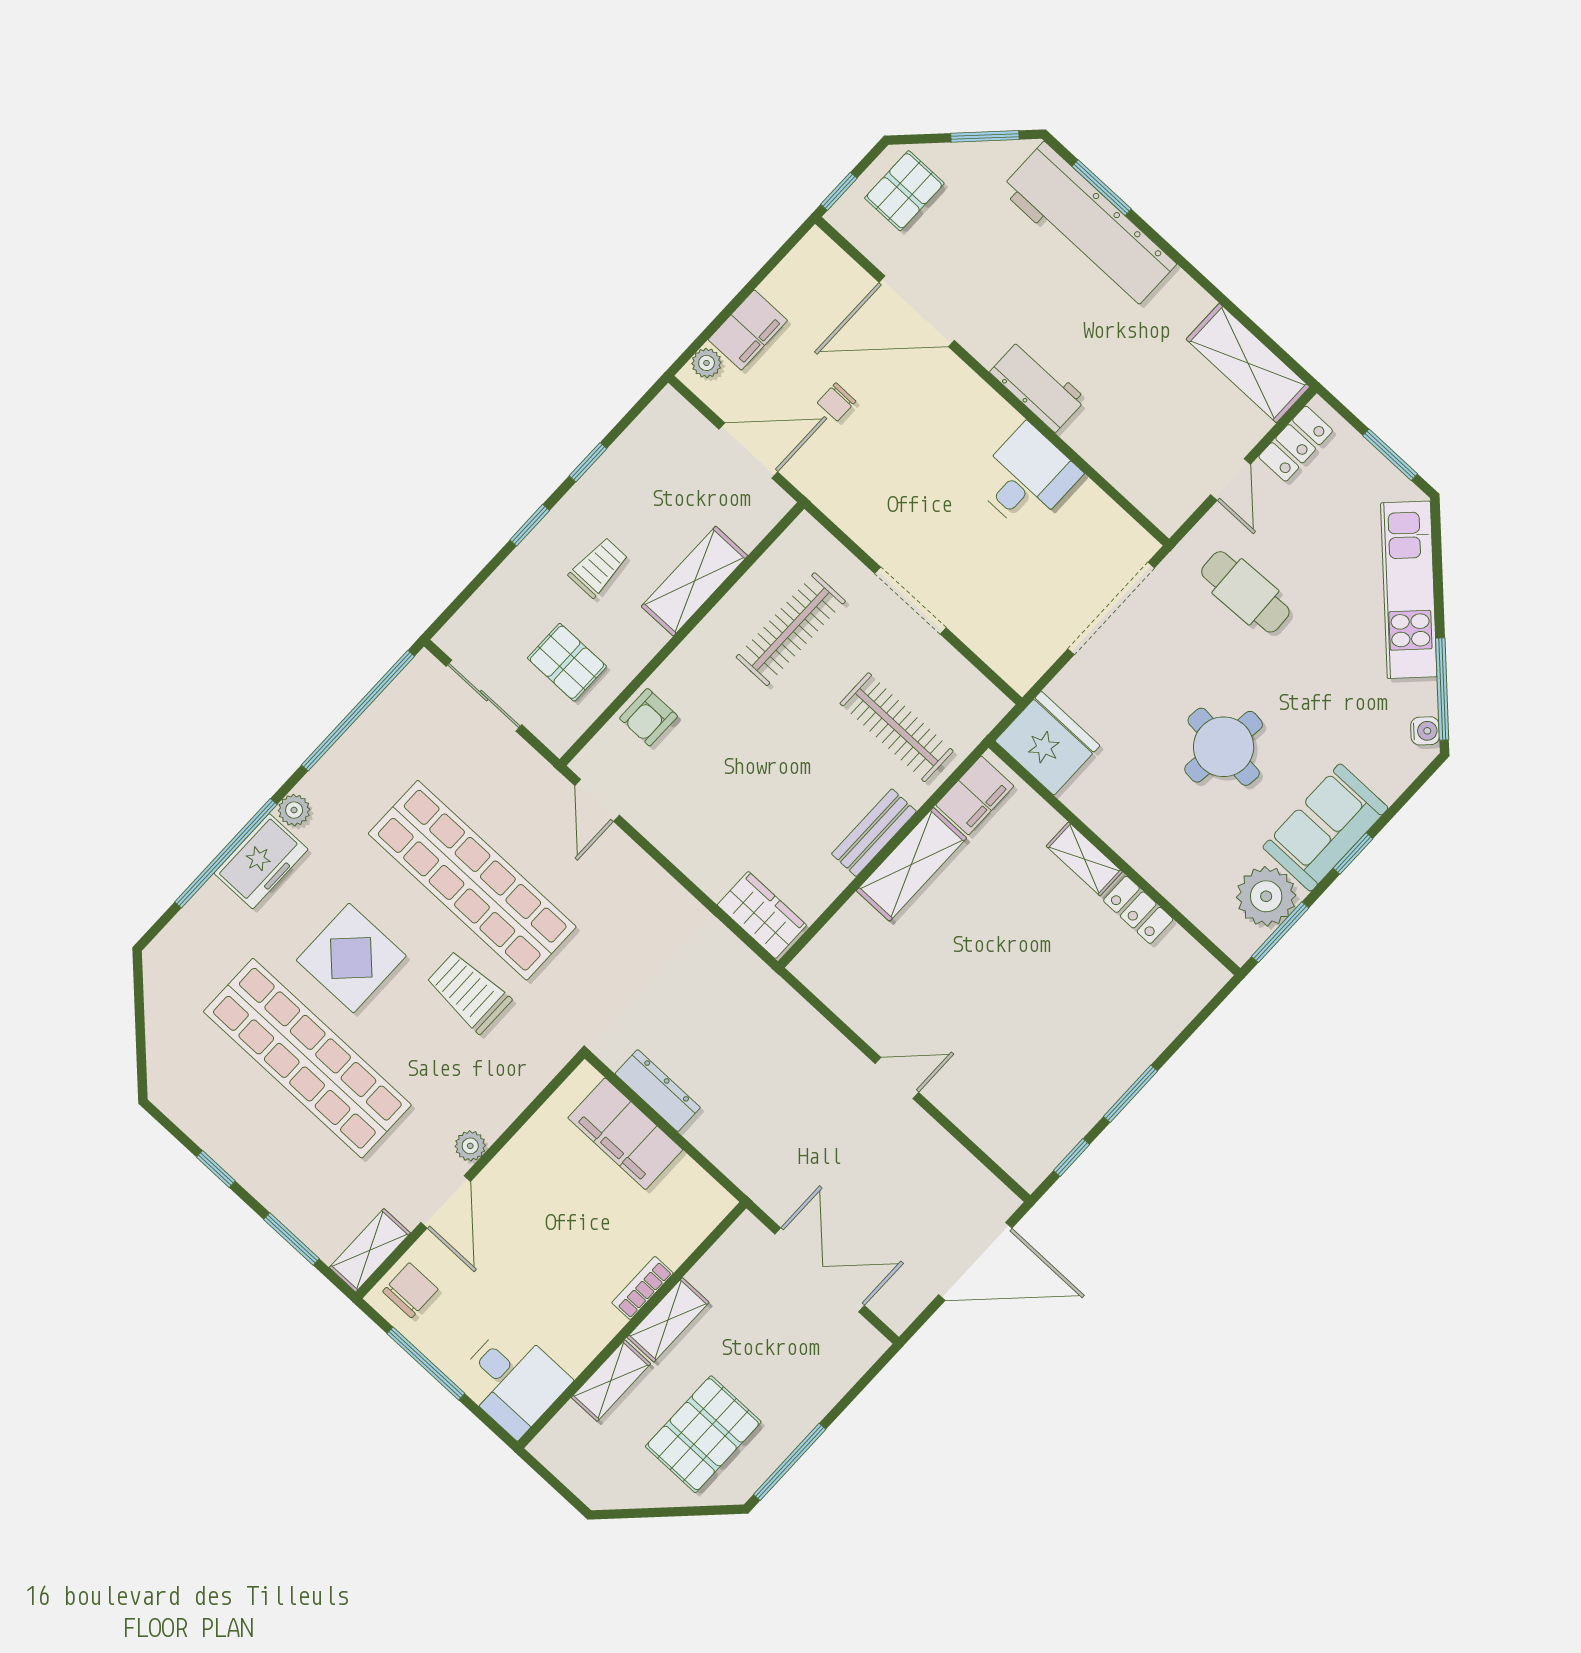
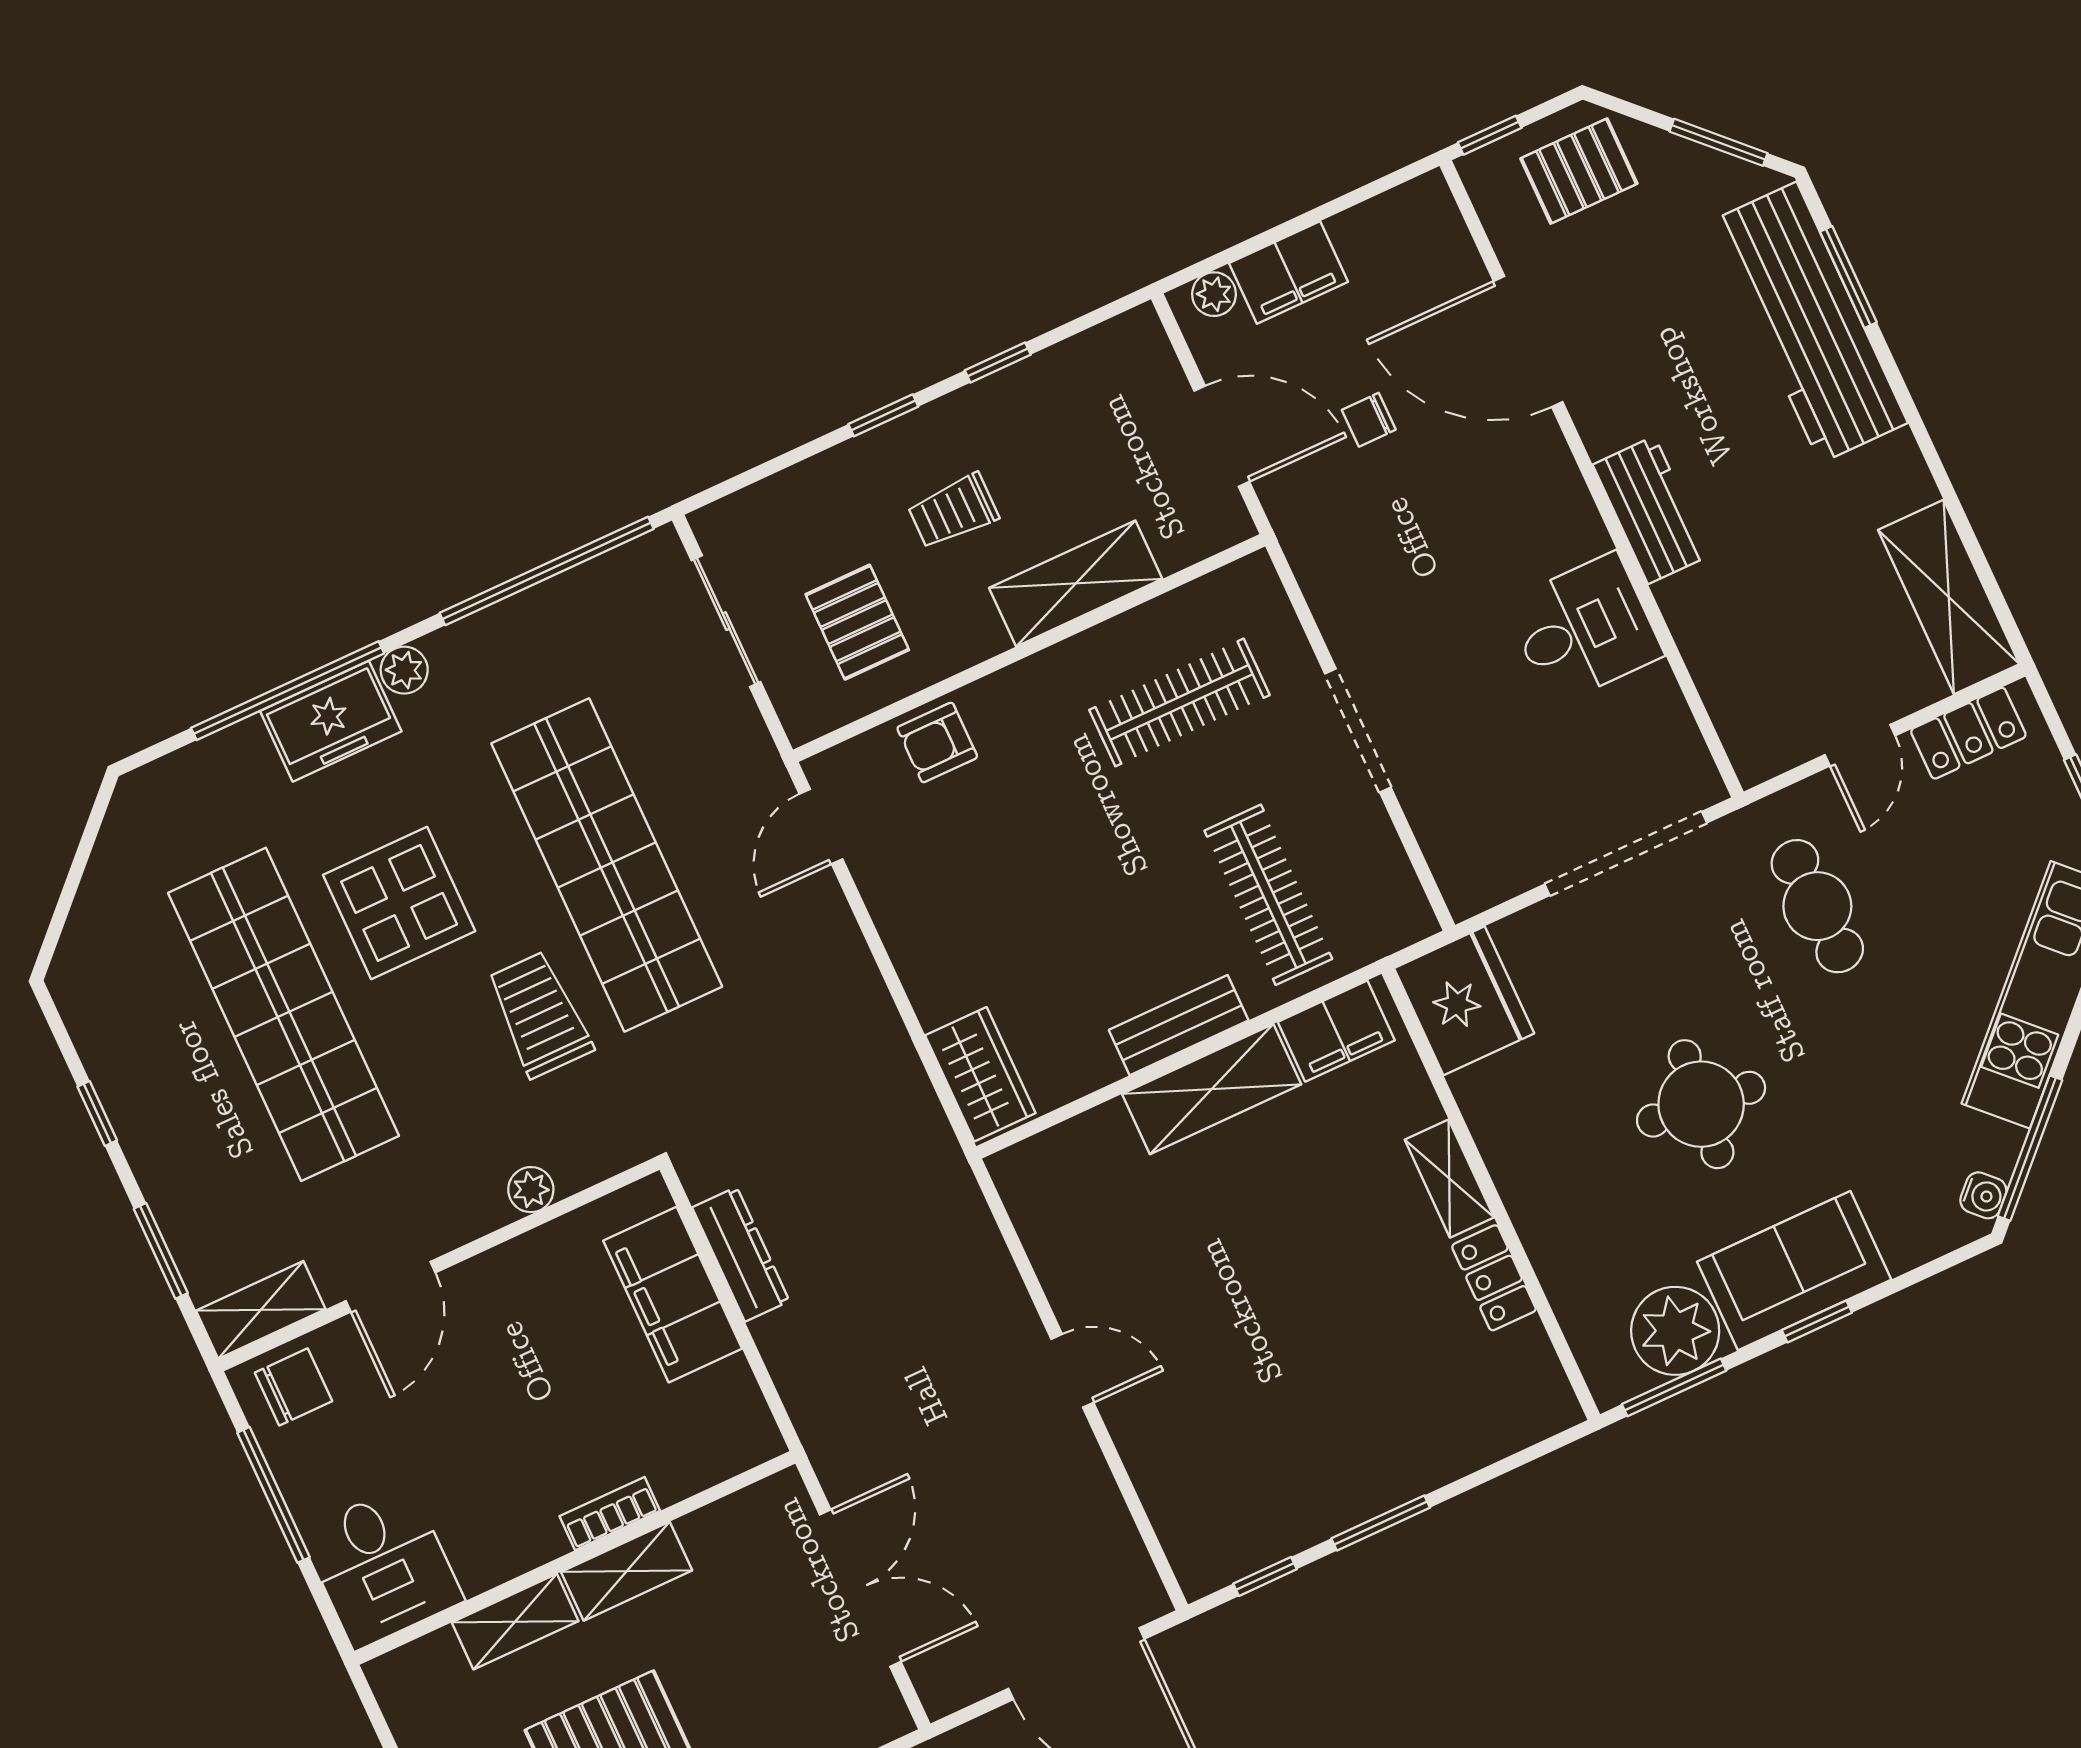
trolley: (599, 567) -> (953, 511), turned 180
plant: (470, 1146) -> (531, 1190), moved

